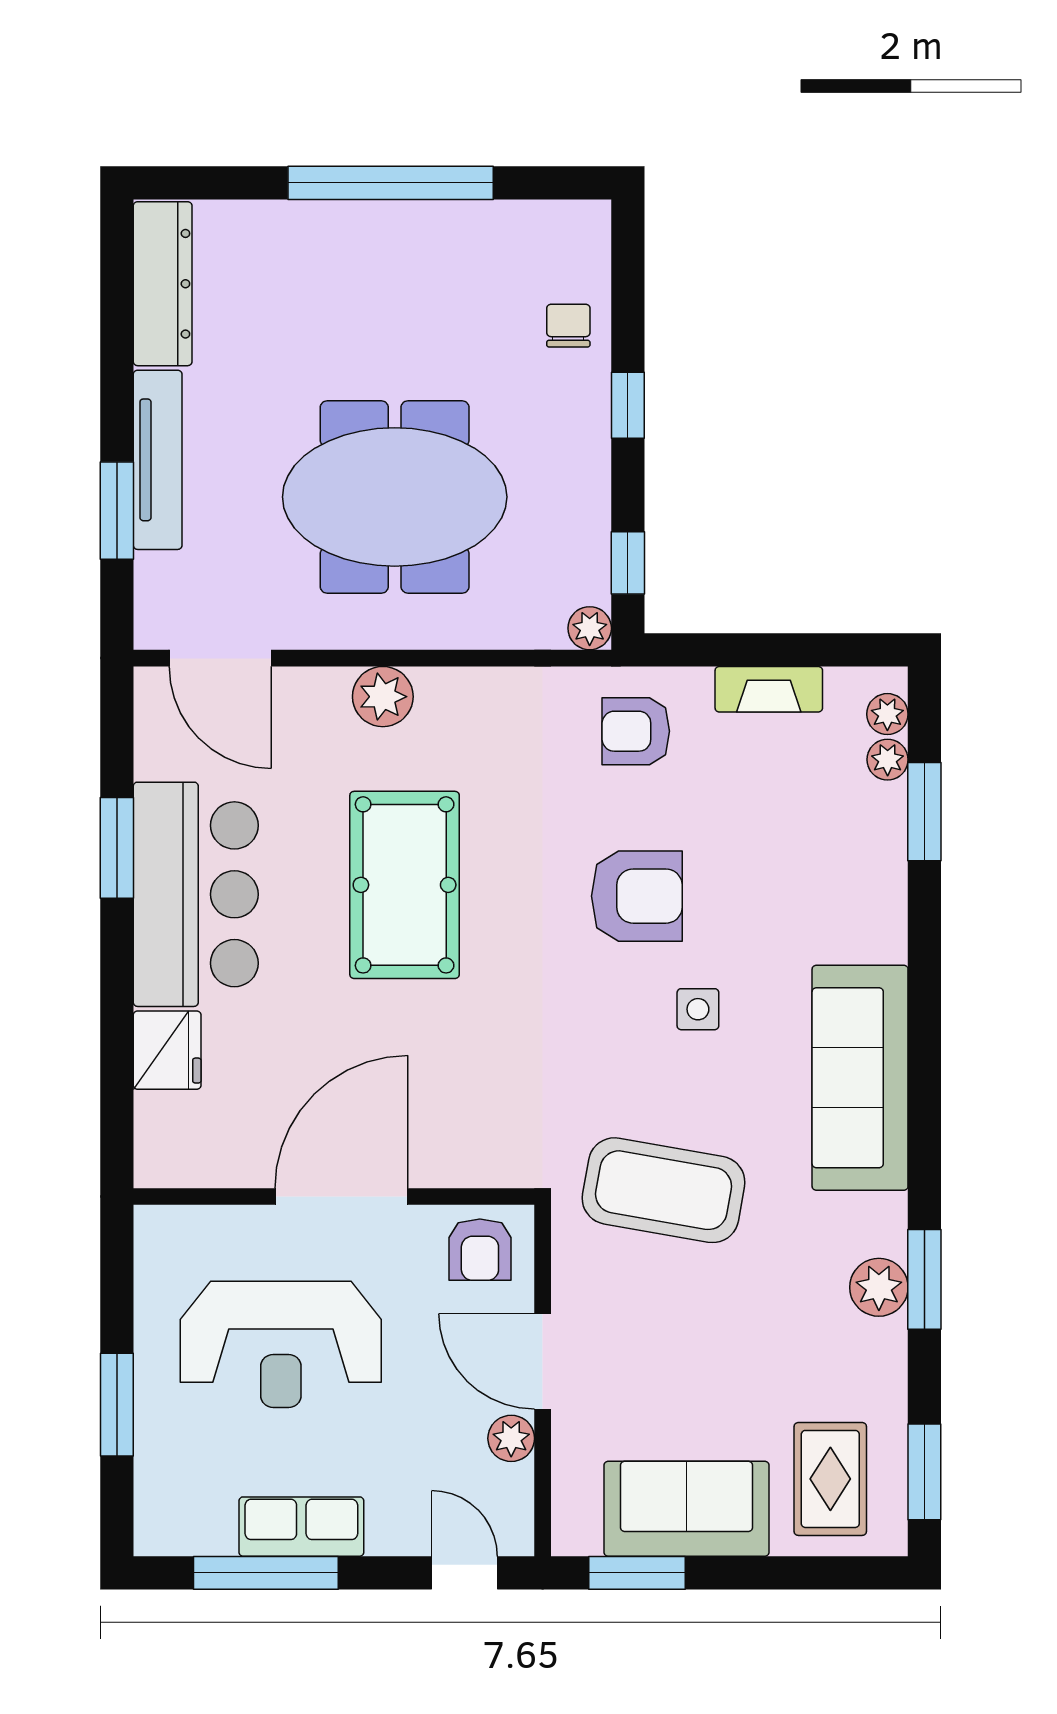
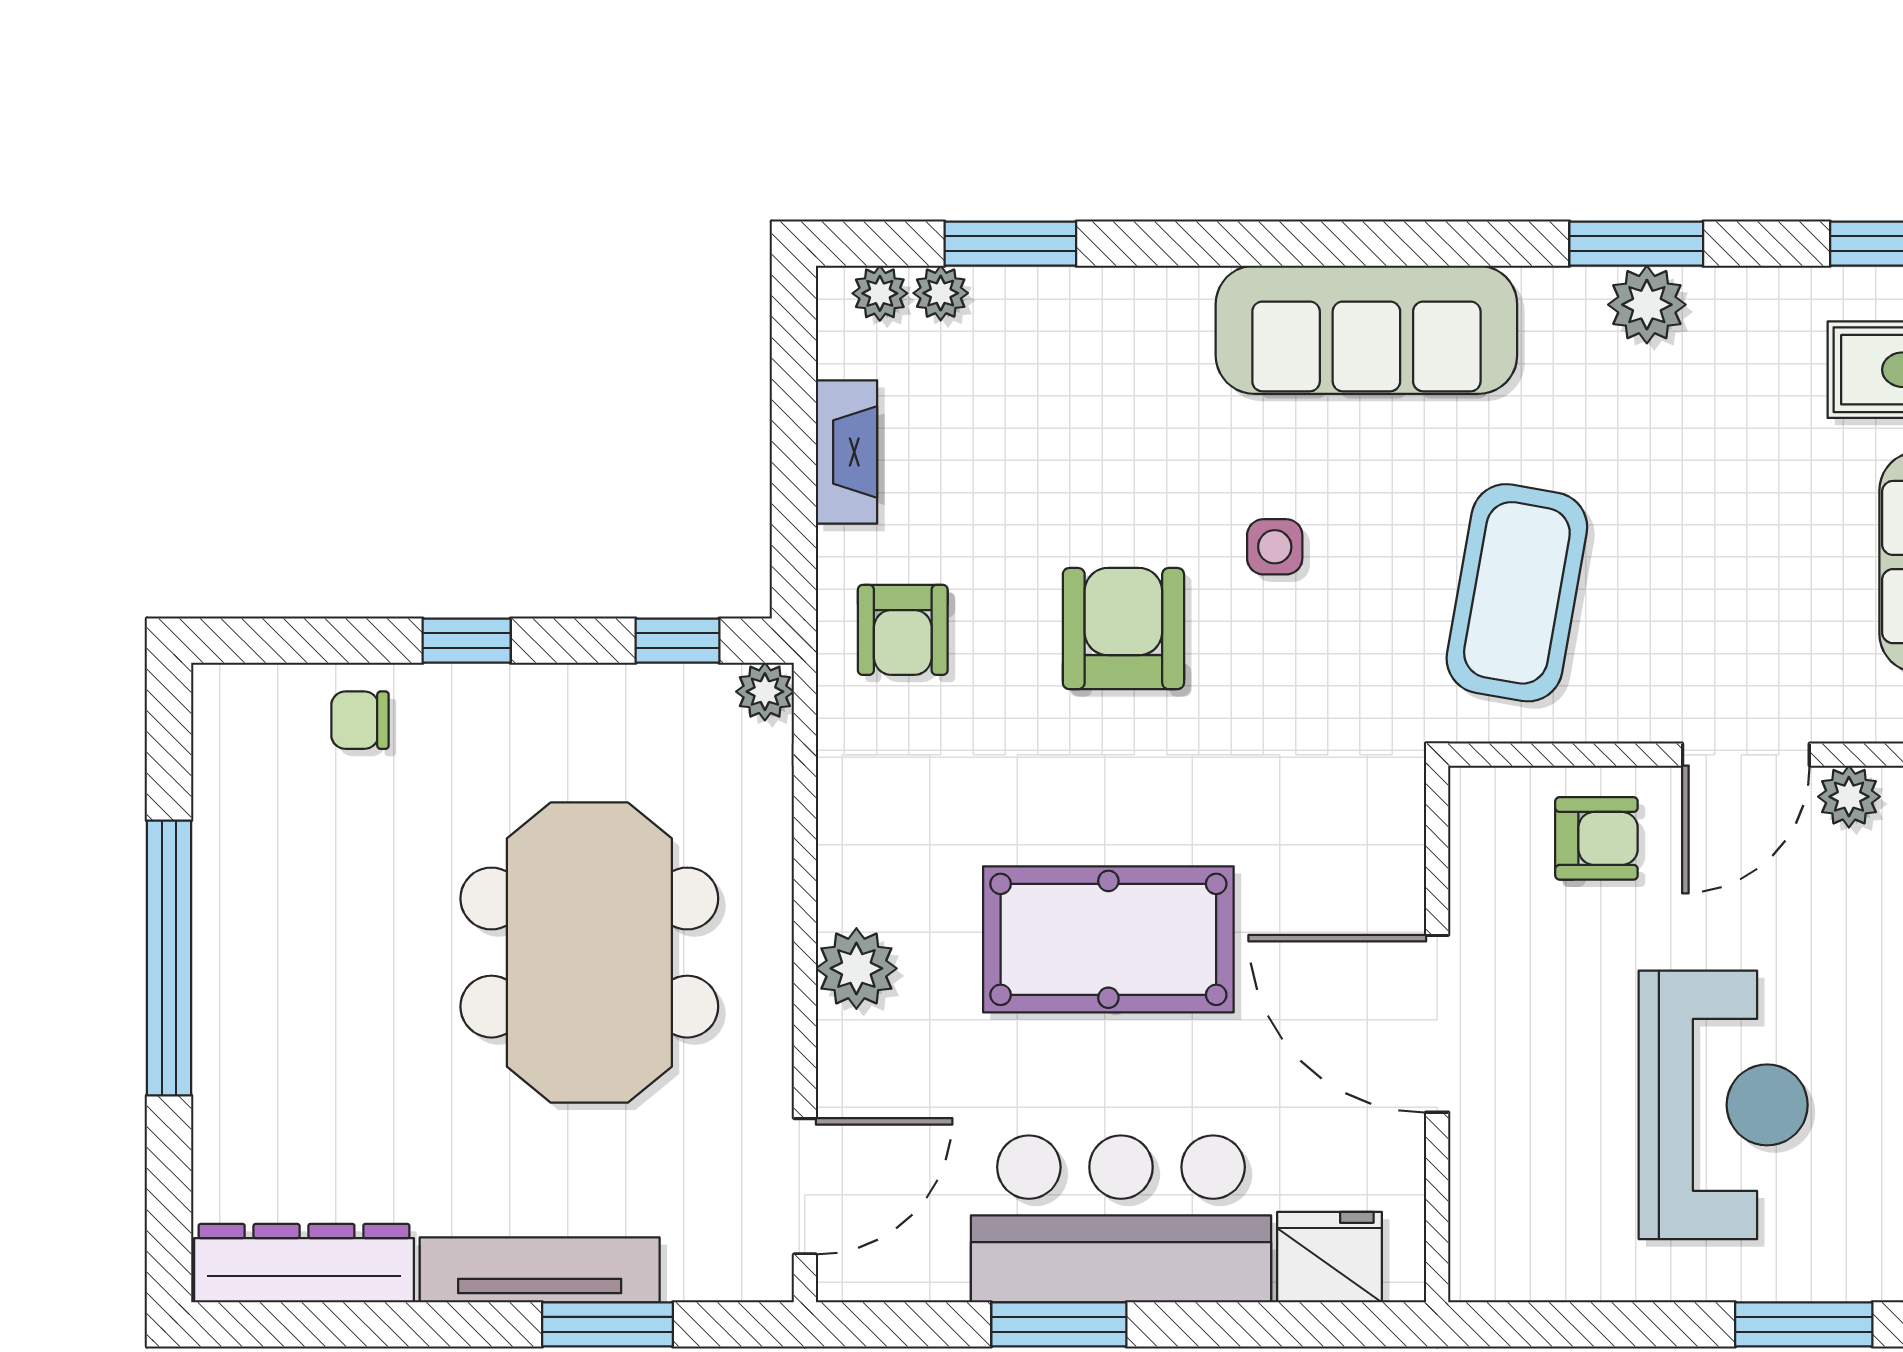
wall: (334, 1196) -> (1437, 1034), moved
door: (341, 1196) -> (1437, 1024), moved

